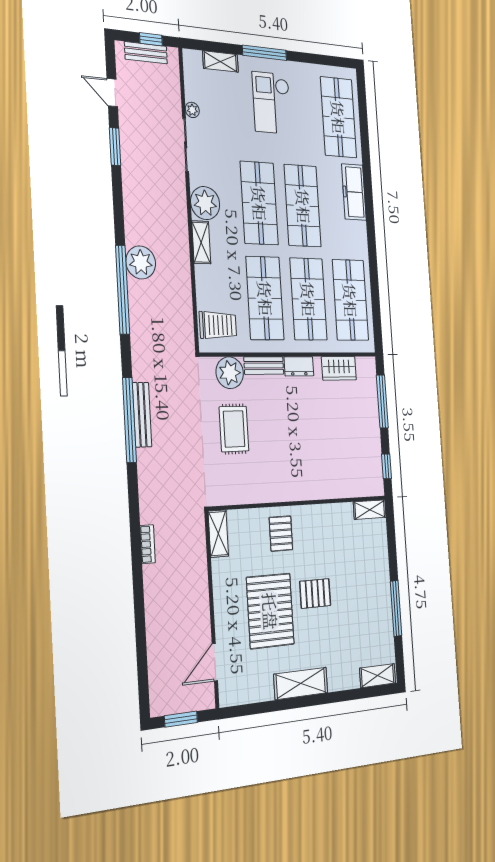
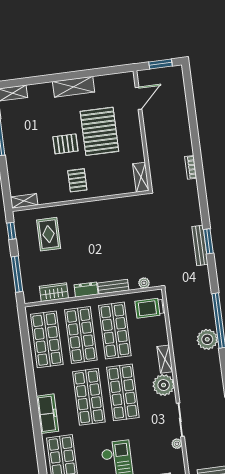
plant: (230, 373) -> (144, 283), width x0.53, depth x0.53
window: (129, 420) -> (208, 241), width x0.47
rug: (234, 429) -> (49, 234), moved
pallet: (281, 534) -> (77, 180), moved

